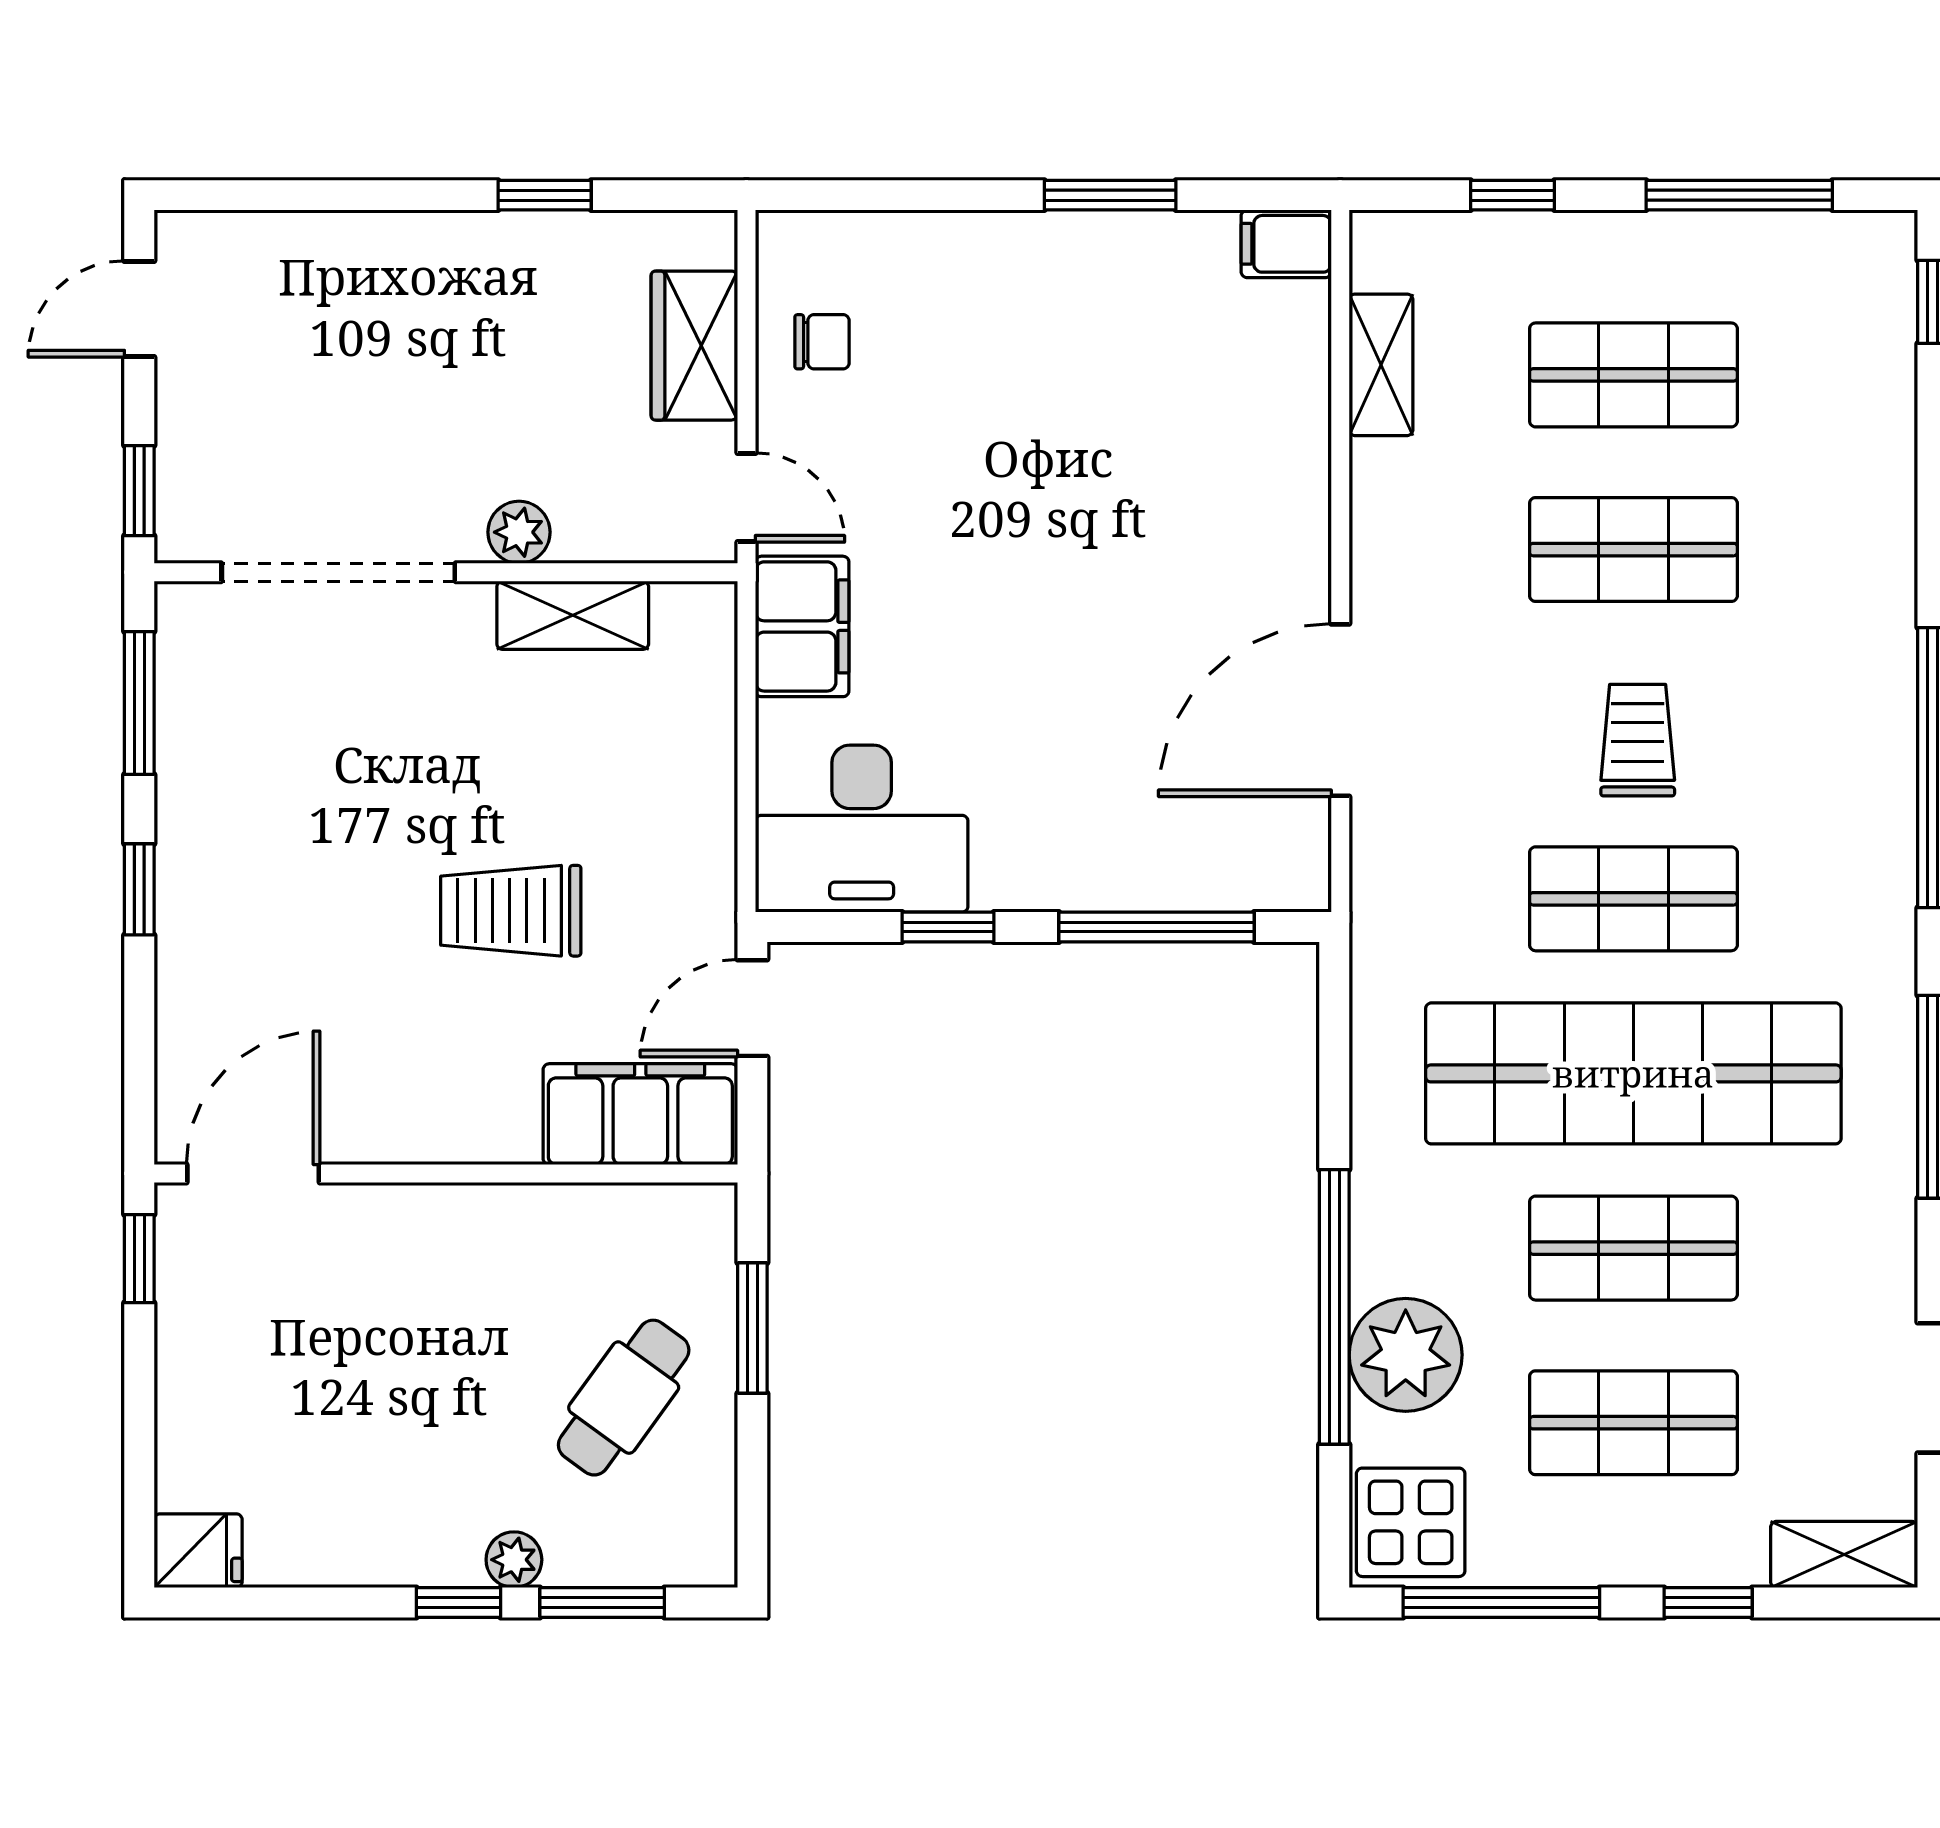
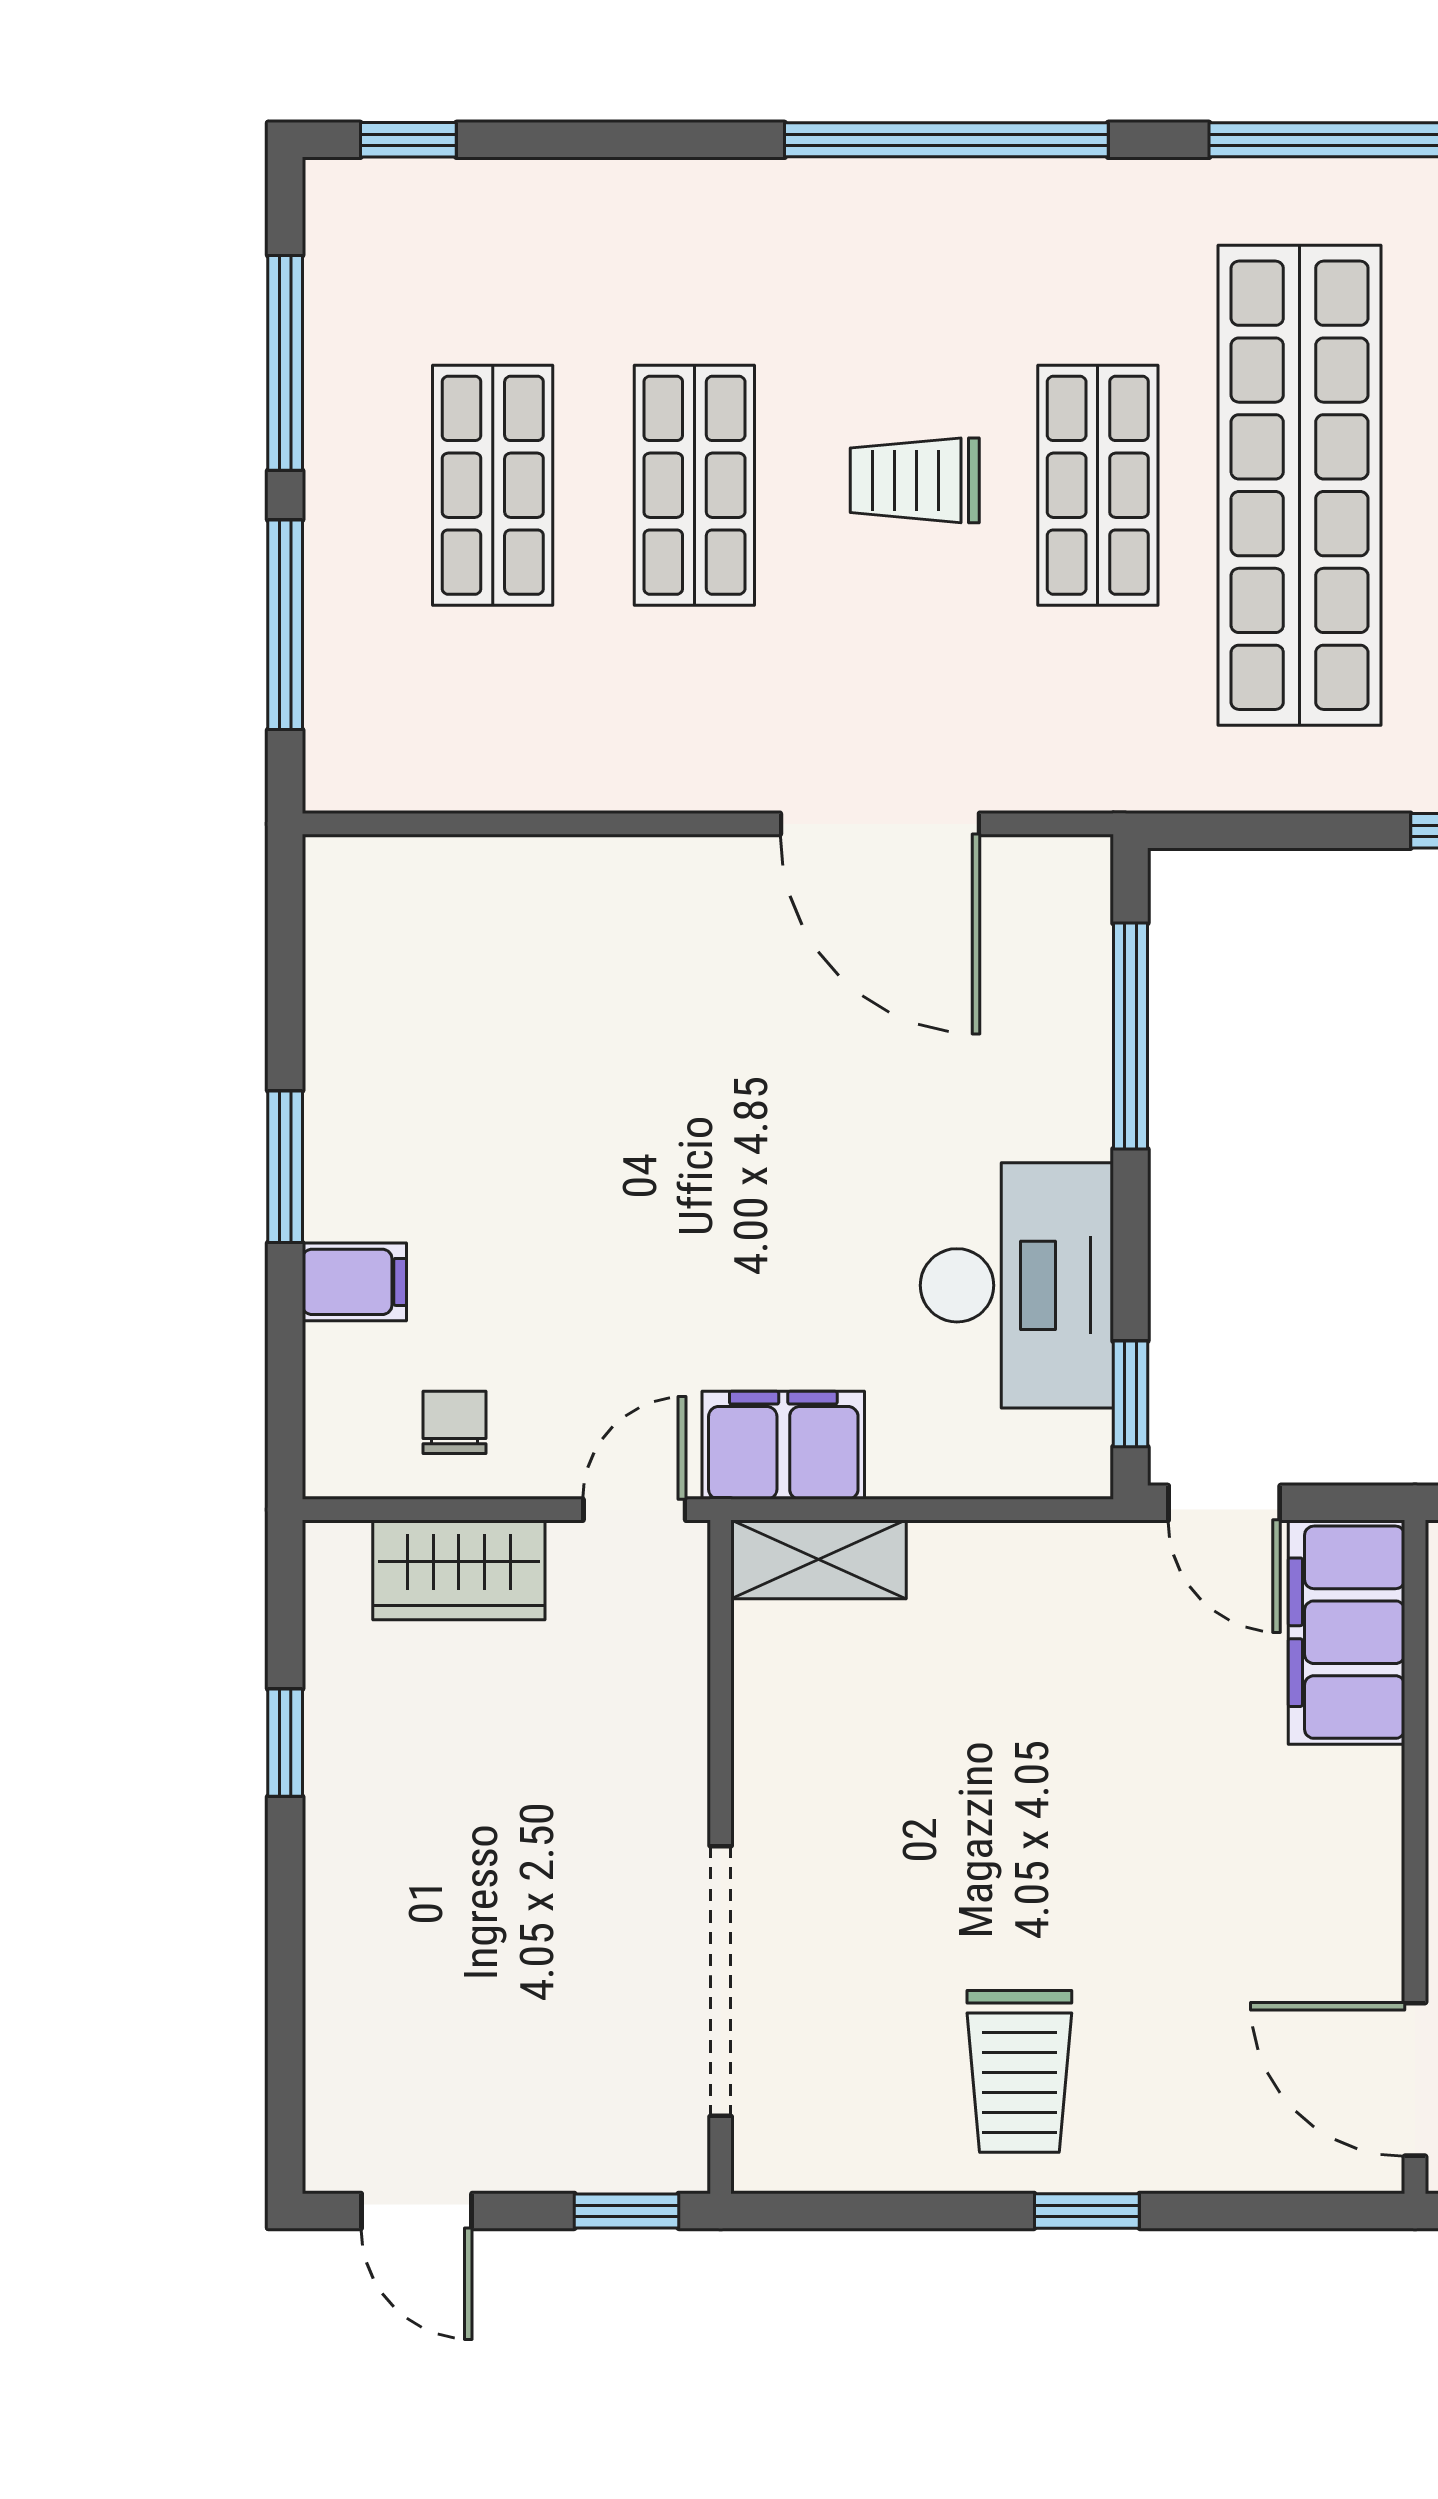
window: (1110, 195) -> (285, 1167), moved
window: (1513, 195) -> (285, 625), width x2.17
filing cabinet: (1286, 244) -> (354, 1282), moved, turned -90
shelving: (1381, 365) -> (481, 777), removed
plant: (519, 532) -> (674, 1772), removed
shelving: (573, 615) -> (819, 1559), moved, turned 90
window: (139, 703) -> (872, 2211), removed
desk: (862, 829) -> (1017, 1285), moved
trolley: (511, 911) -> (1019, 2071), moved
window: (948, 927) -> (1130, 1394), moved

